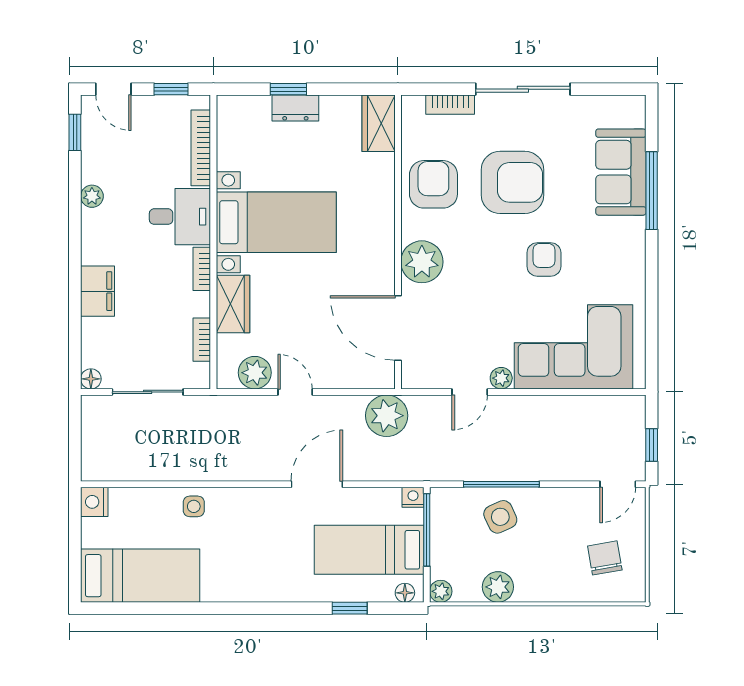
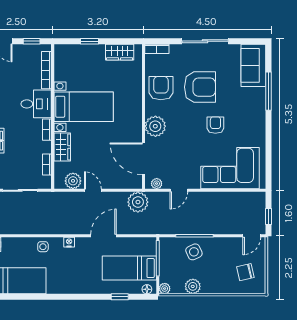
bookcase: (450, 105) -> (157, 49), moved
dresser: (295, 108) -> (93, 50), removed
wardrobe: (379, 123) -> (120, 52), moved, turned -90
sofa: (621, 172) -> (253, 65), moved
plant: (501, 378) -> (157, 184), moved
nightstand: (413, 497) -> (69, 242), moved
chair: (605, 558) -> (245, 272), turned -93

